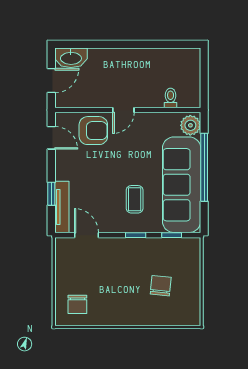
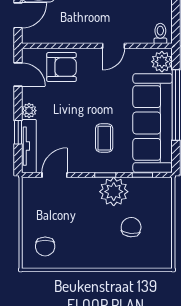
toilet: (171, 98) -> (160, 33), moved
door: (123, 110) -> (114, 46), moved
plant: (62, 173) -> (29, 111), added
door: (86, 235) -> (54, 175), hinge flipped
plant: (144, 251) -> (114, 192), added

